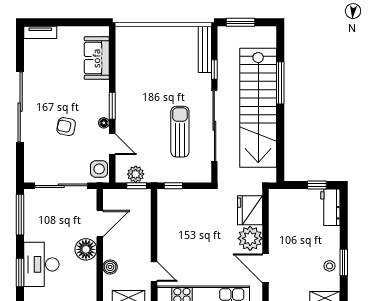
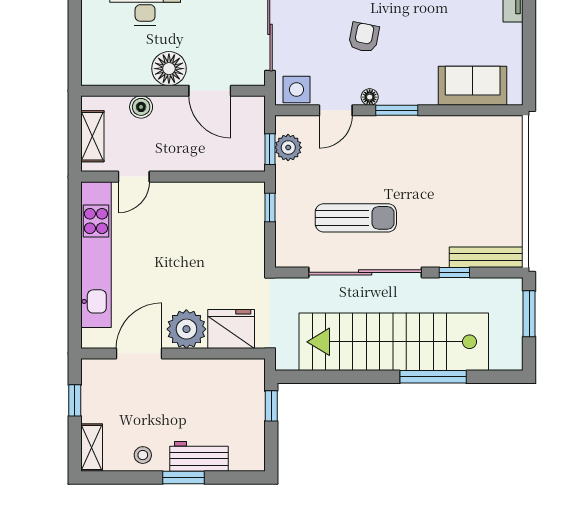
window: (317, 185) -> (271, 406), moved
workbench: (330, 207) -> (199, 456), moved
window: (344, 263) -> (184, 478), moved

